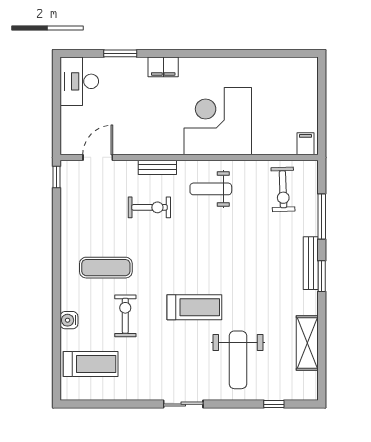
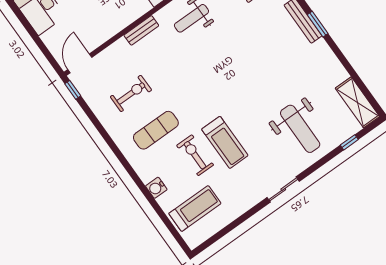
door: (98, 157) -> (80, 63), moved
exercise bike: (149, 207) -> (131, 93), moved
treadmill: (194, 307) -> (225, 142), moved, turned 90
shelving: (307, 343) -> (357, 102), moved

